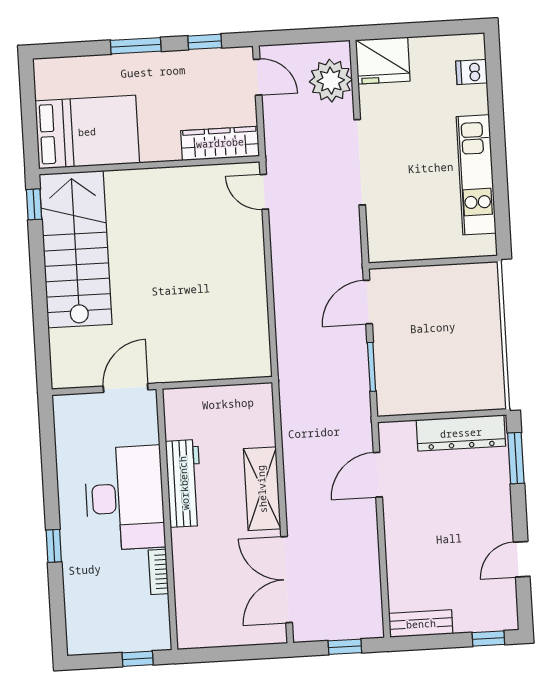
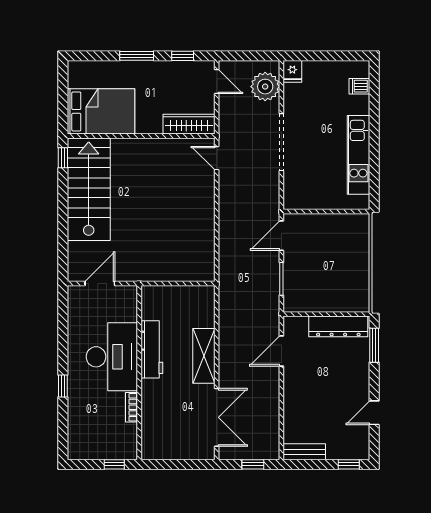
fridge: (383, 60) -> (292, 71), width x0.53, depth x0.75
door: (126, 388) -> (100, 284), moved
double door: (287, 580) -> (217, 417), swing flipped

